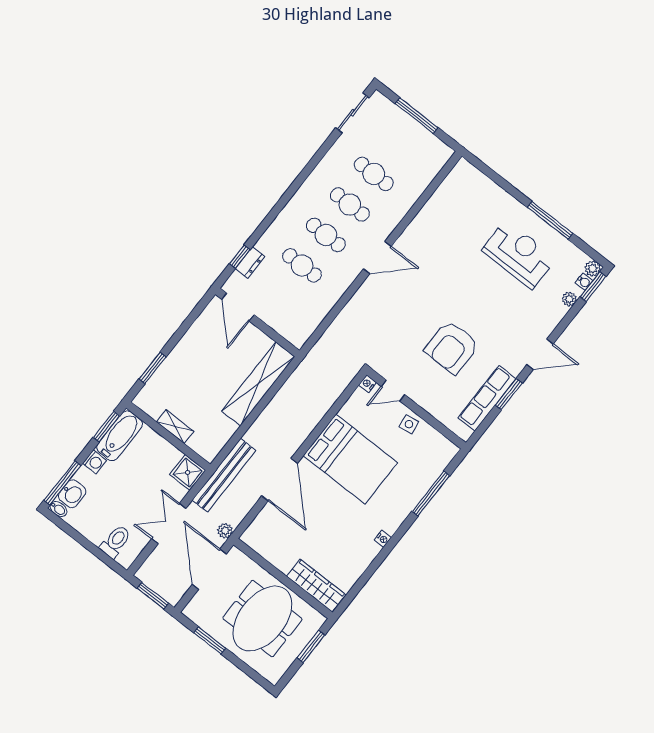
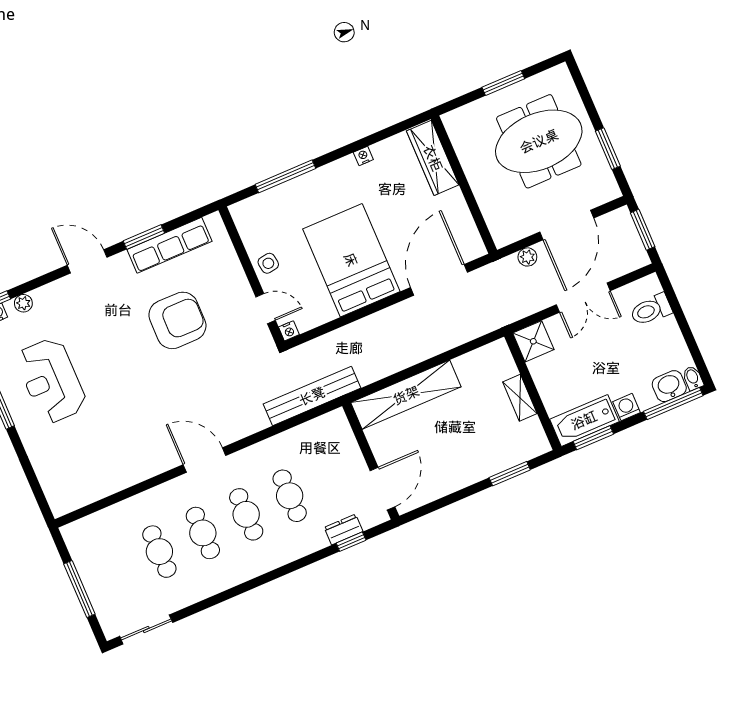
bench: (224, 475) -> (312, 396), moved
wall: (283, 579) -> (464, 185), moved
wardrobe: (316, 585) -> (433, 158), moved

